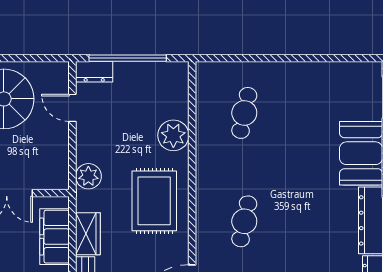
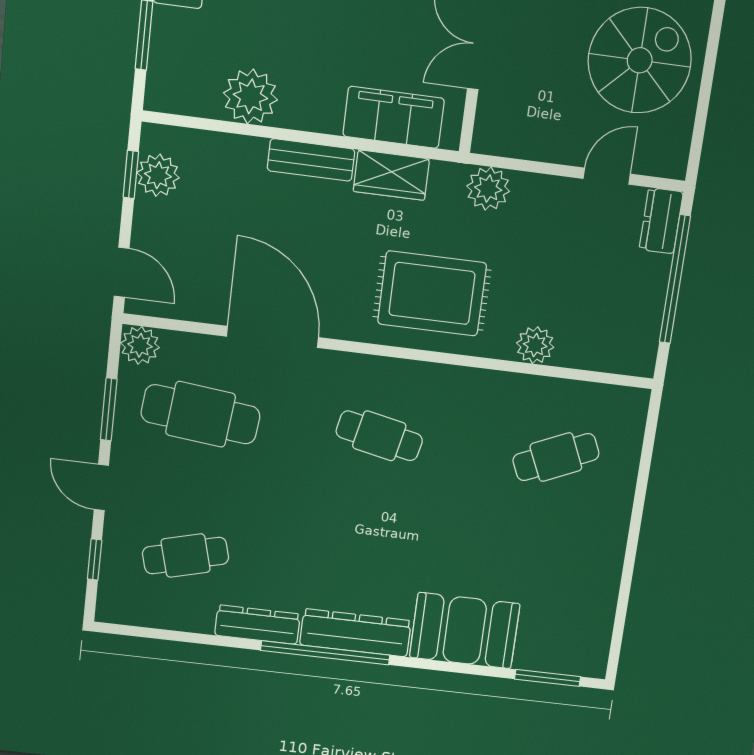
cafe table: (244, 113) -> (556, 457), turned -36
plant: (173, 135) -> (535, 345), width x0.73, depth x0.73

